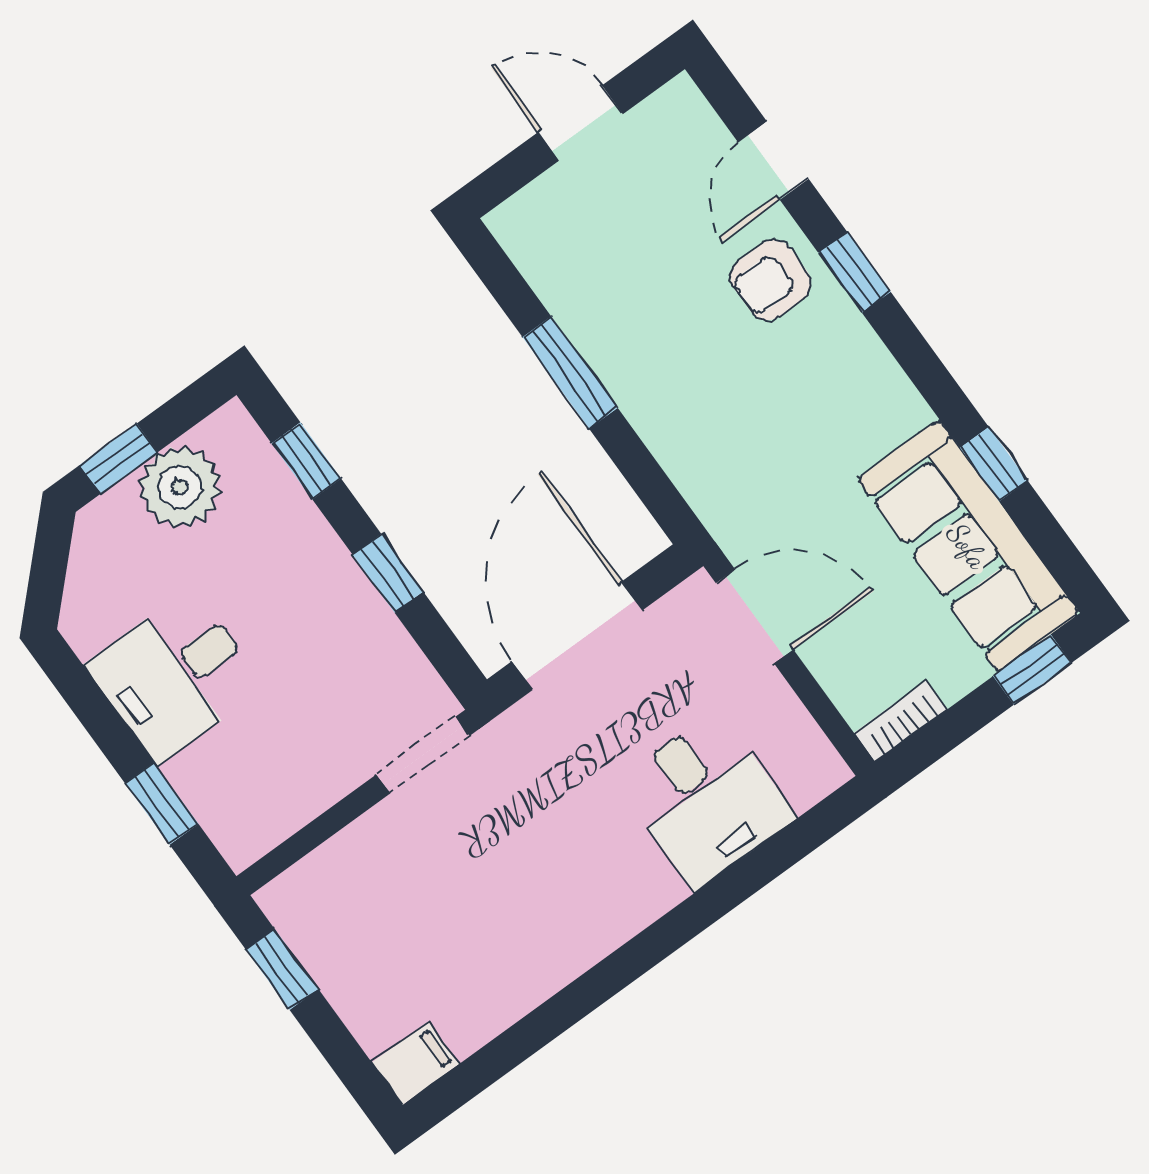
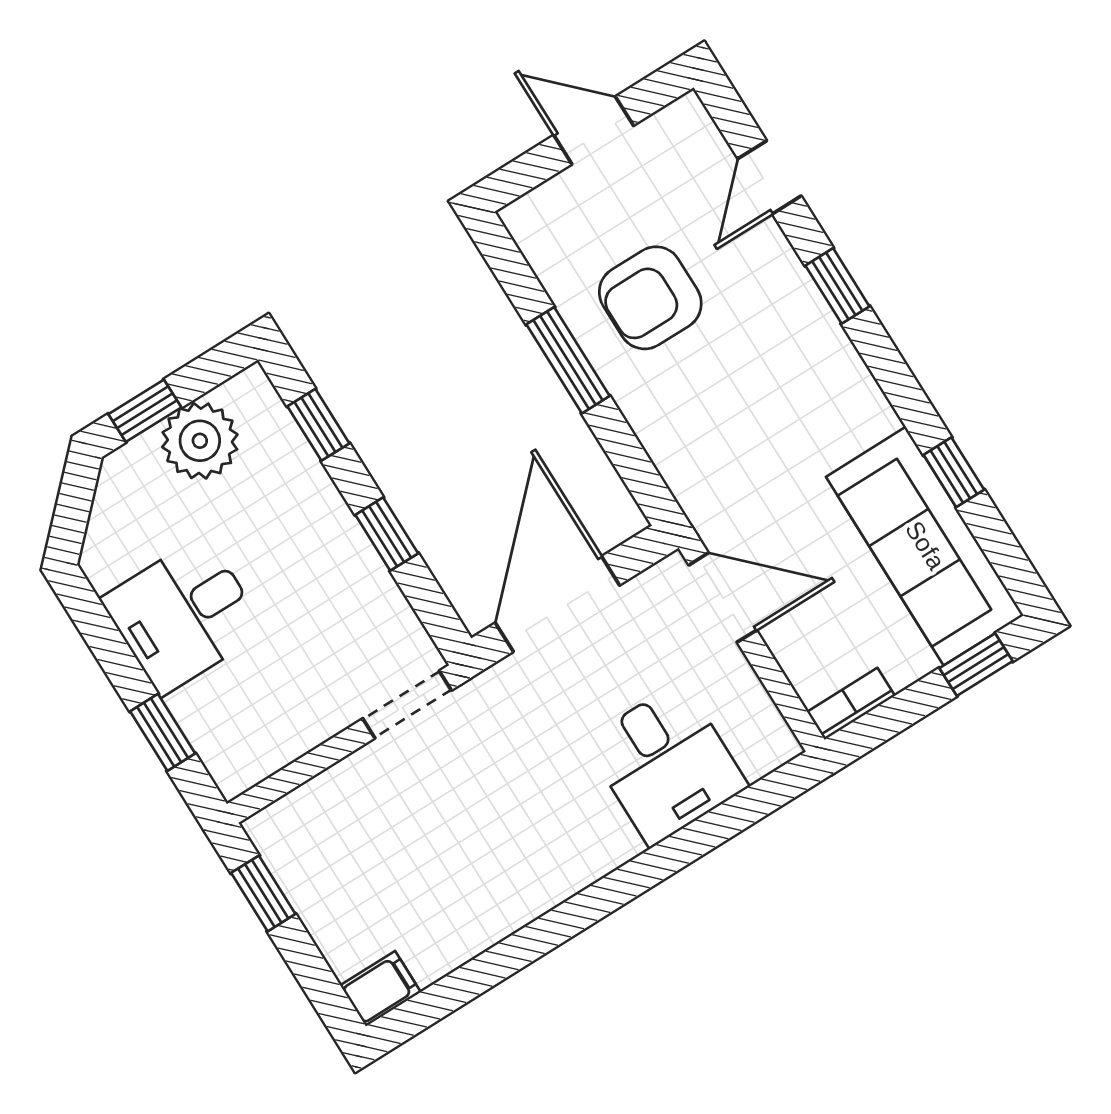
armchair: (771, 280) -> (650, 298), moved, width x1.38, depth x1.38

